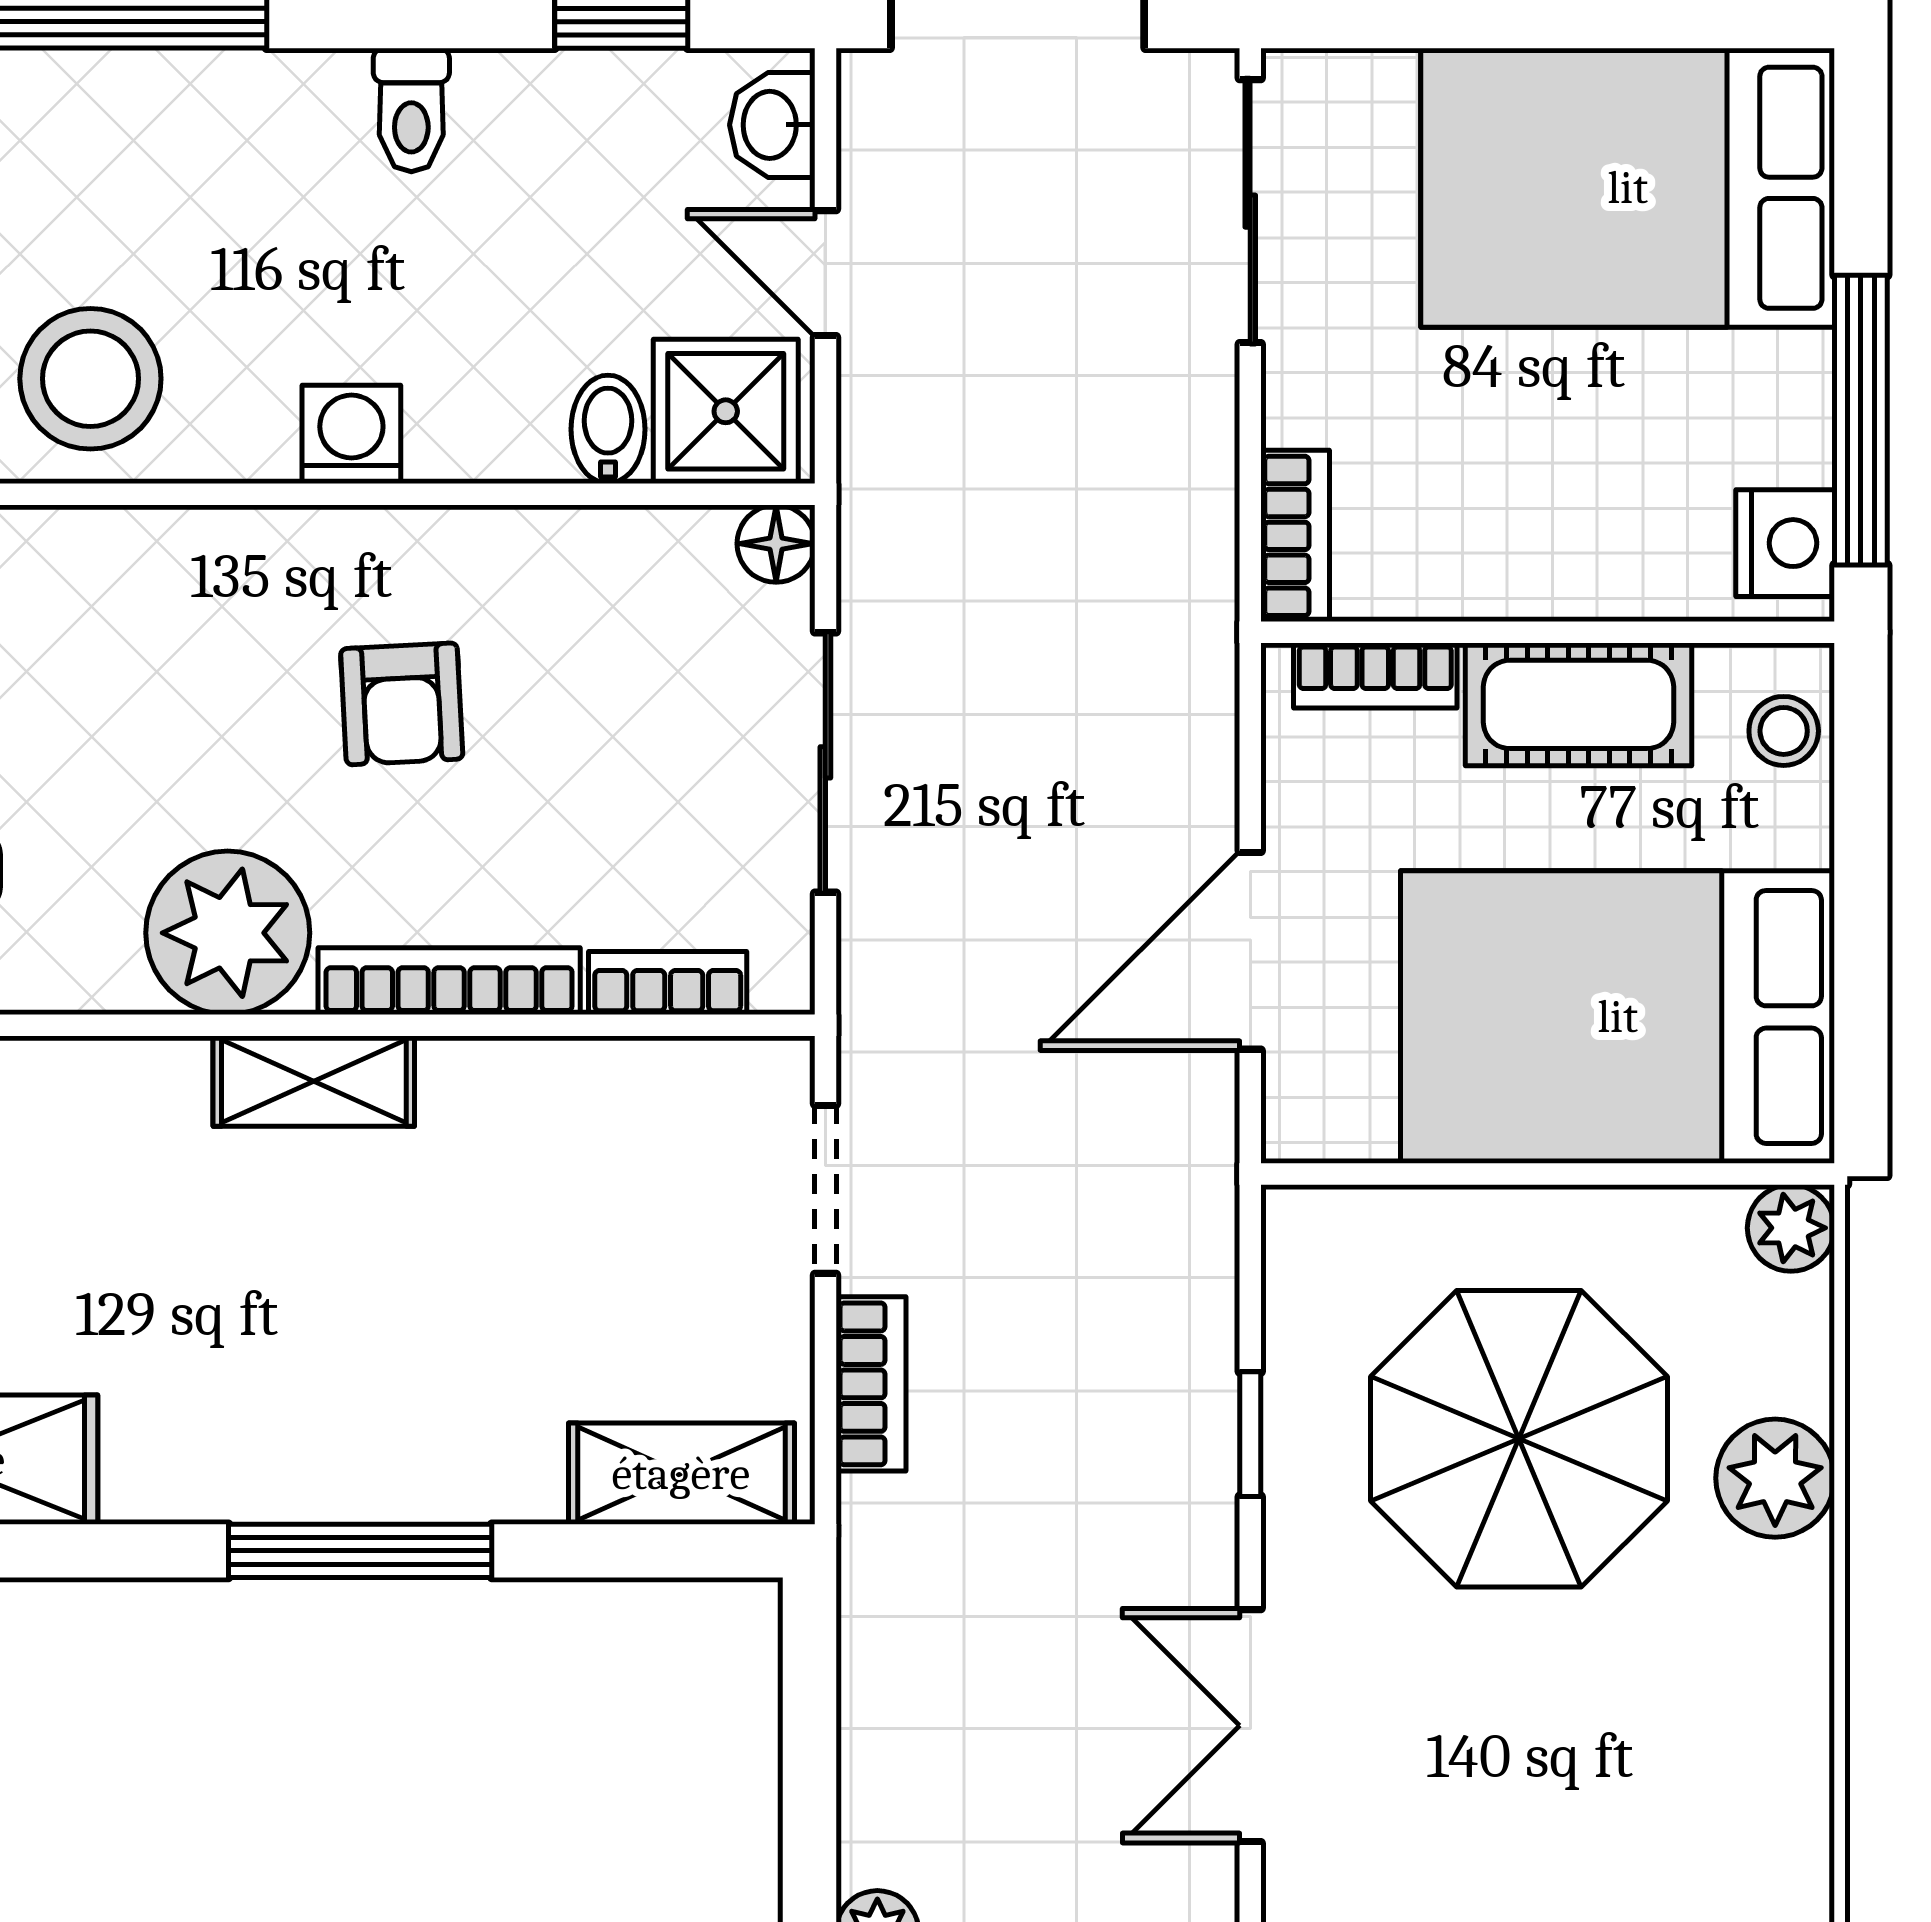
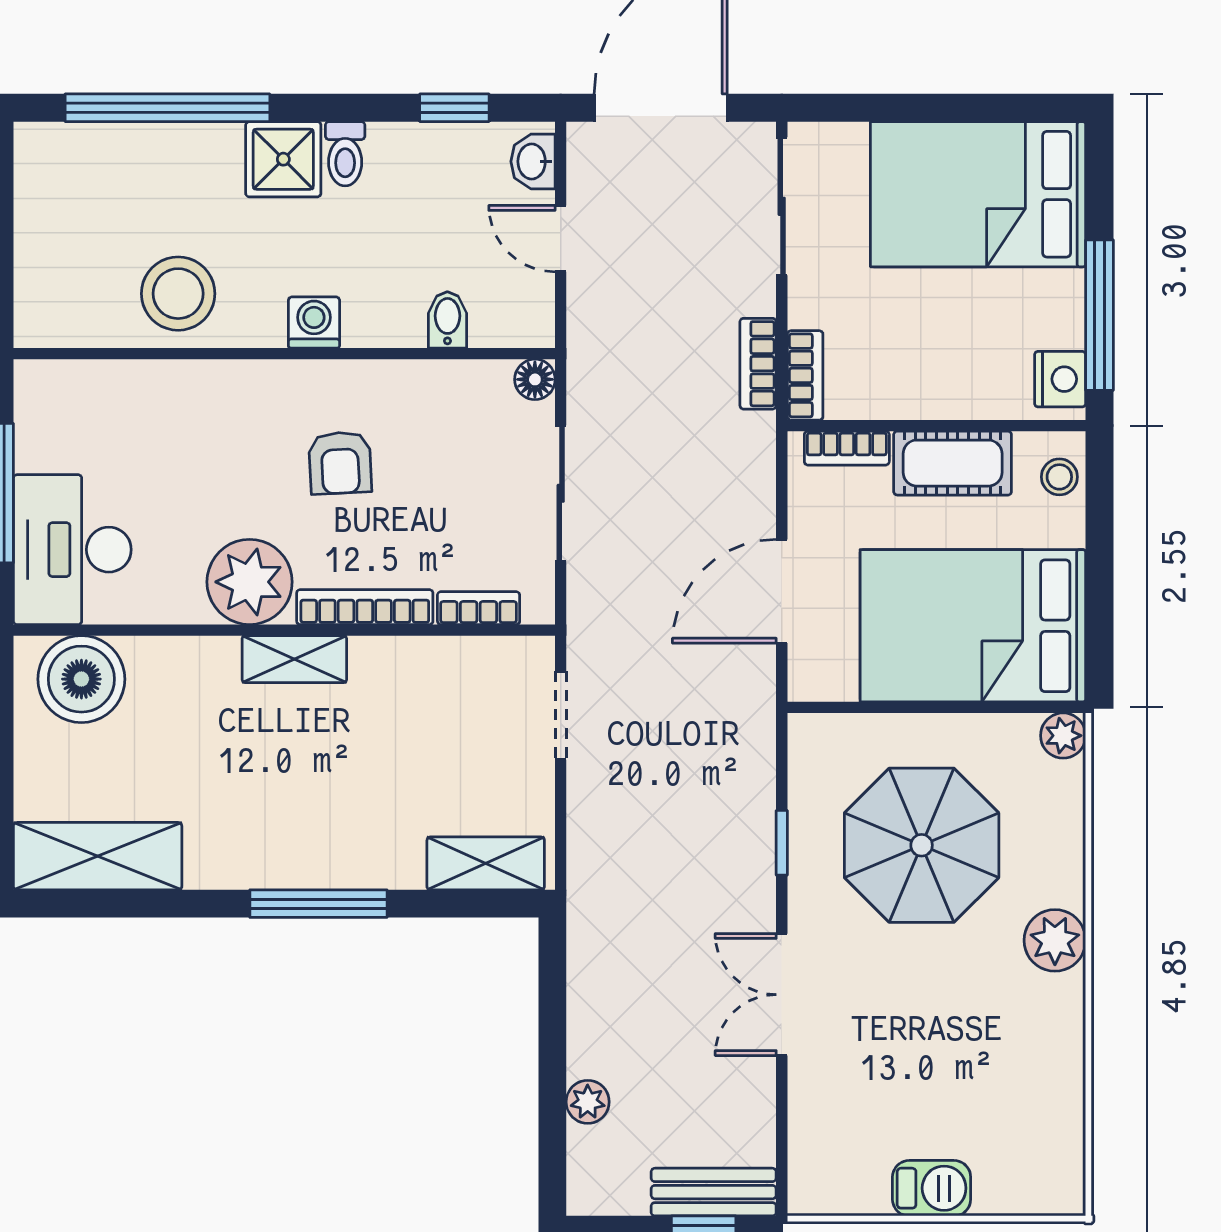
shower: (726, 411) -> (283, 159), moved
bookcase: (871, 1384) -> (758, 364), moved, turned 180
plant: (1775, 1478) -> (1055, 940), moved

